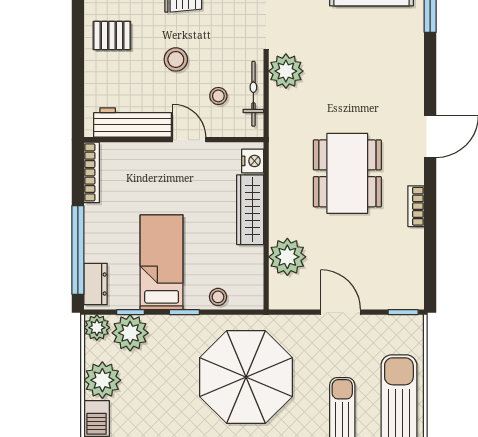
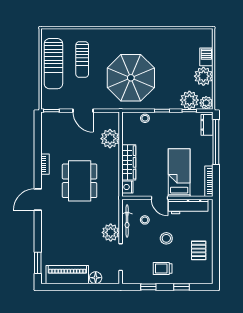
pallet: (112, 36) -> (199, 250), turned 90
bed: (162, 262) -> (179, 173), moved, turned 180

